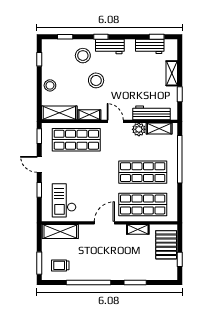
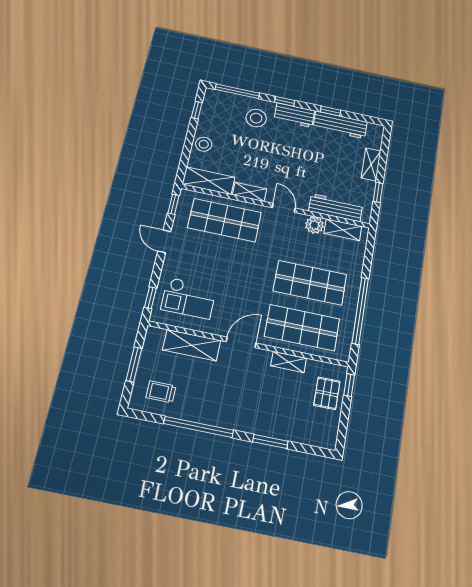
window: (65, 37) -> (237, 91), width x2.17
window: (157, 37) -> (330, 111), moved
workbench: (150, 46) -> (340, 125), width x1.37
stool: (96, 80) -> (268, 151), removed
window: (180, 159) -> (360, 311), moved
window: (39, 190) -> (150, 298), moved
checkout: (64, 200) -> (189, 298), turned -90
shelving: (60, 232) -> (192, 345), moved
pallet: (166, 245) -> (327, 393), width x0.67, depth x0.71
window: (180, 259) -> (349, 385), moved
window: (39, 263) -> (134, 364), moved

